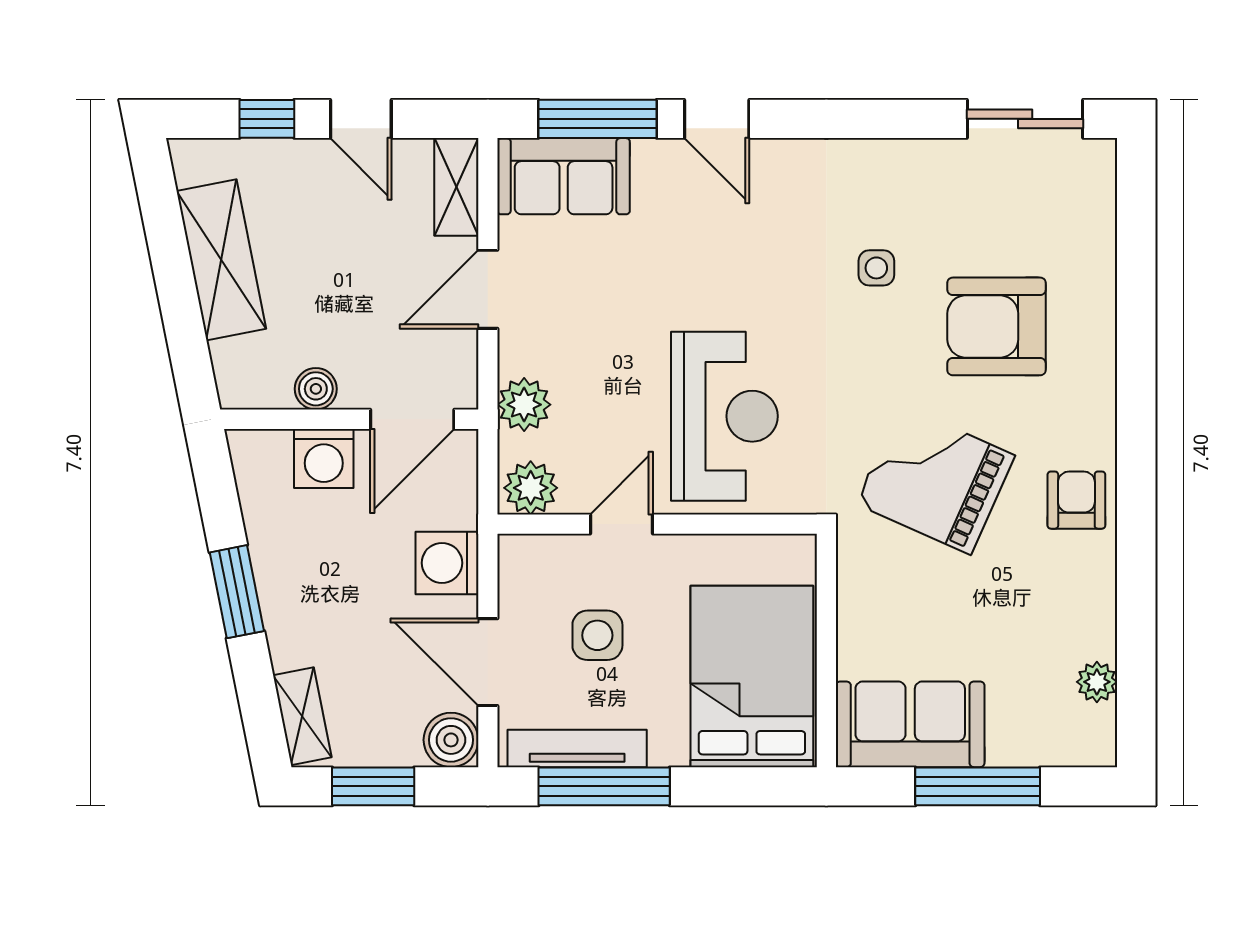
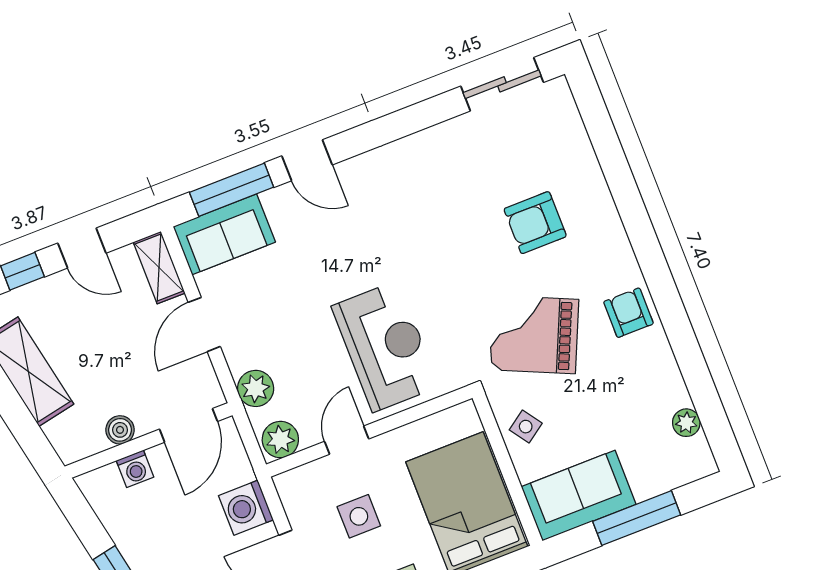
side table: (876, 268) -> (526, 427), moved, turned -35
armchair: (996, 326) -> (535, 223), width x0.73, depth x0.73
washing machine: (324, 458) -> (135, 469), width x0.73, depth x0.73

